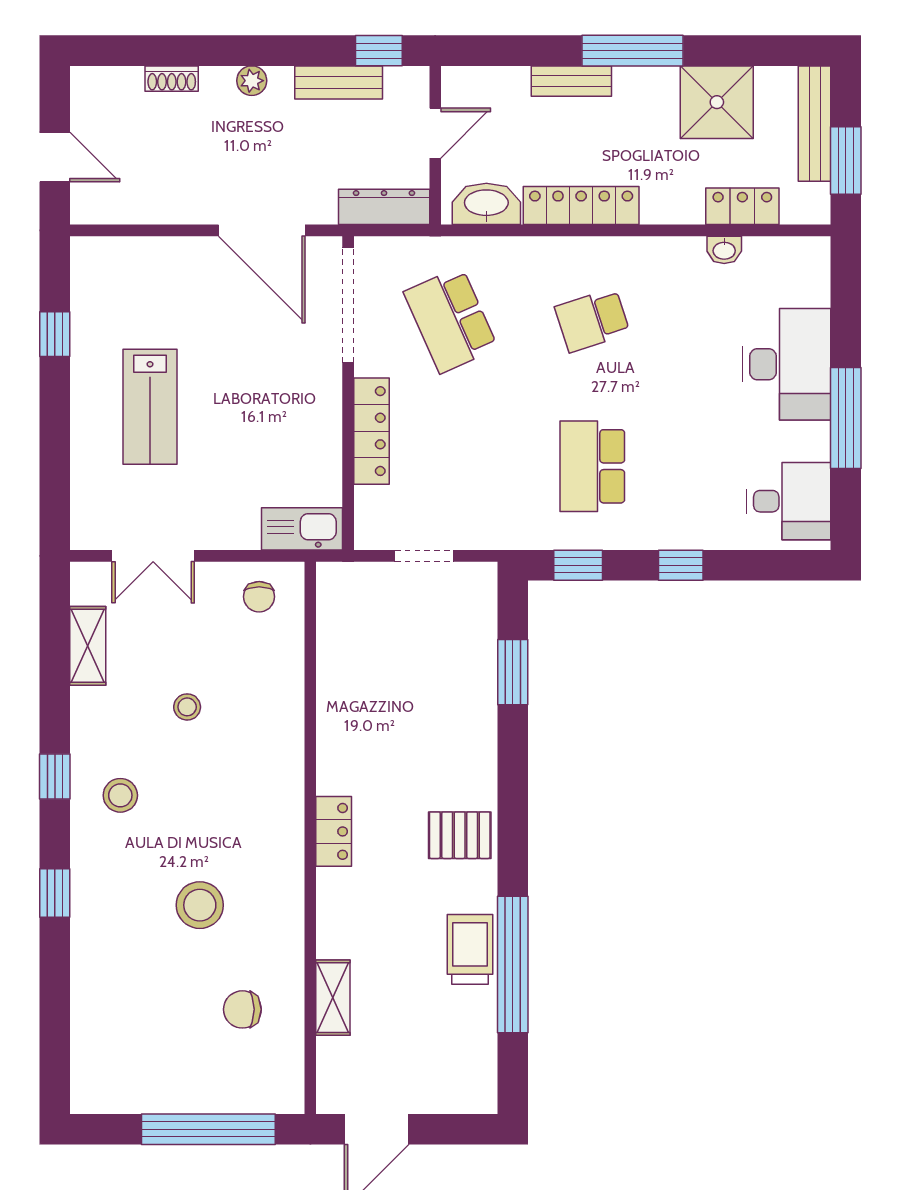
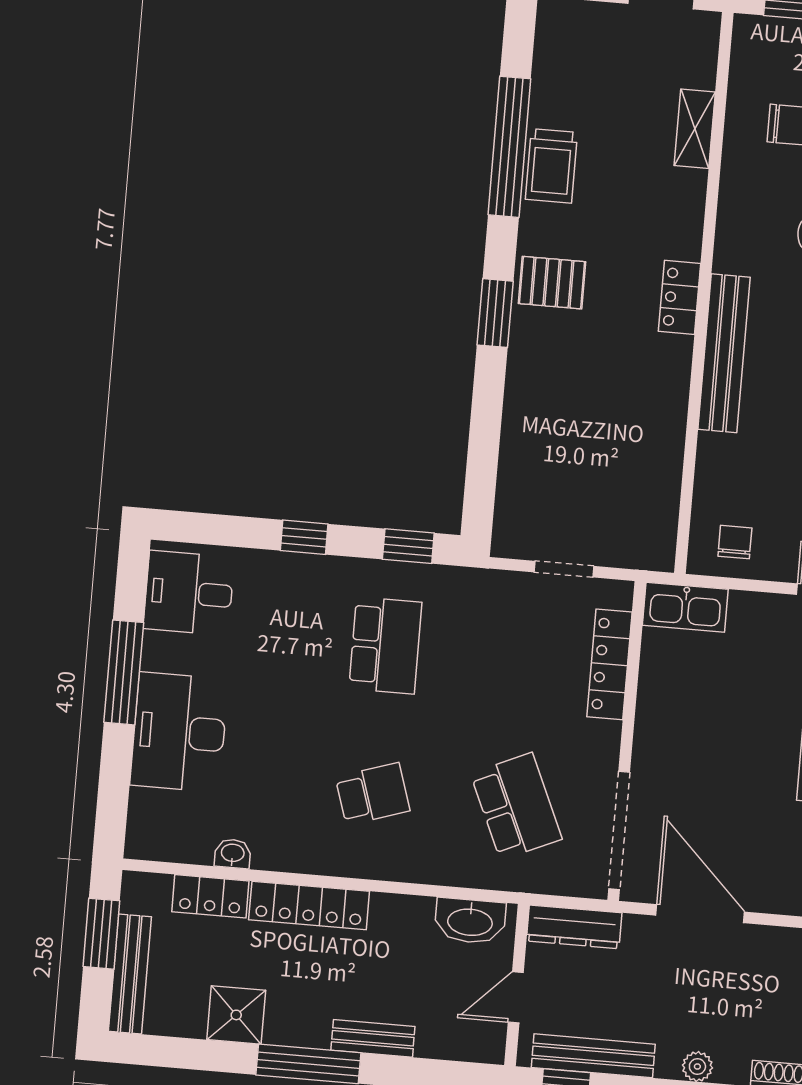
bench: (339, 82) -> (593, 1056), width x1.36
shower: (717, 102) -> (236, 1015), width x0.73, depth x0.73
locker: (581, 206) -> (309, 905), moved
locker: (371, 431) -> (609, 664), moved
window: (513, 672) -> (495, 313), moved
bench: (286, 781) -> (724, 353), added

